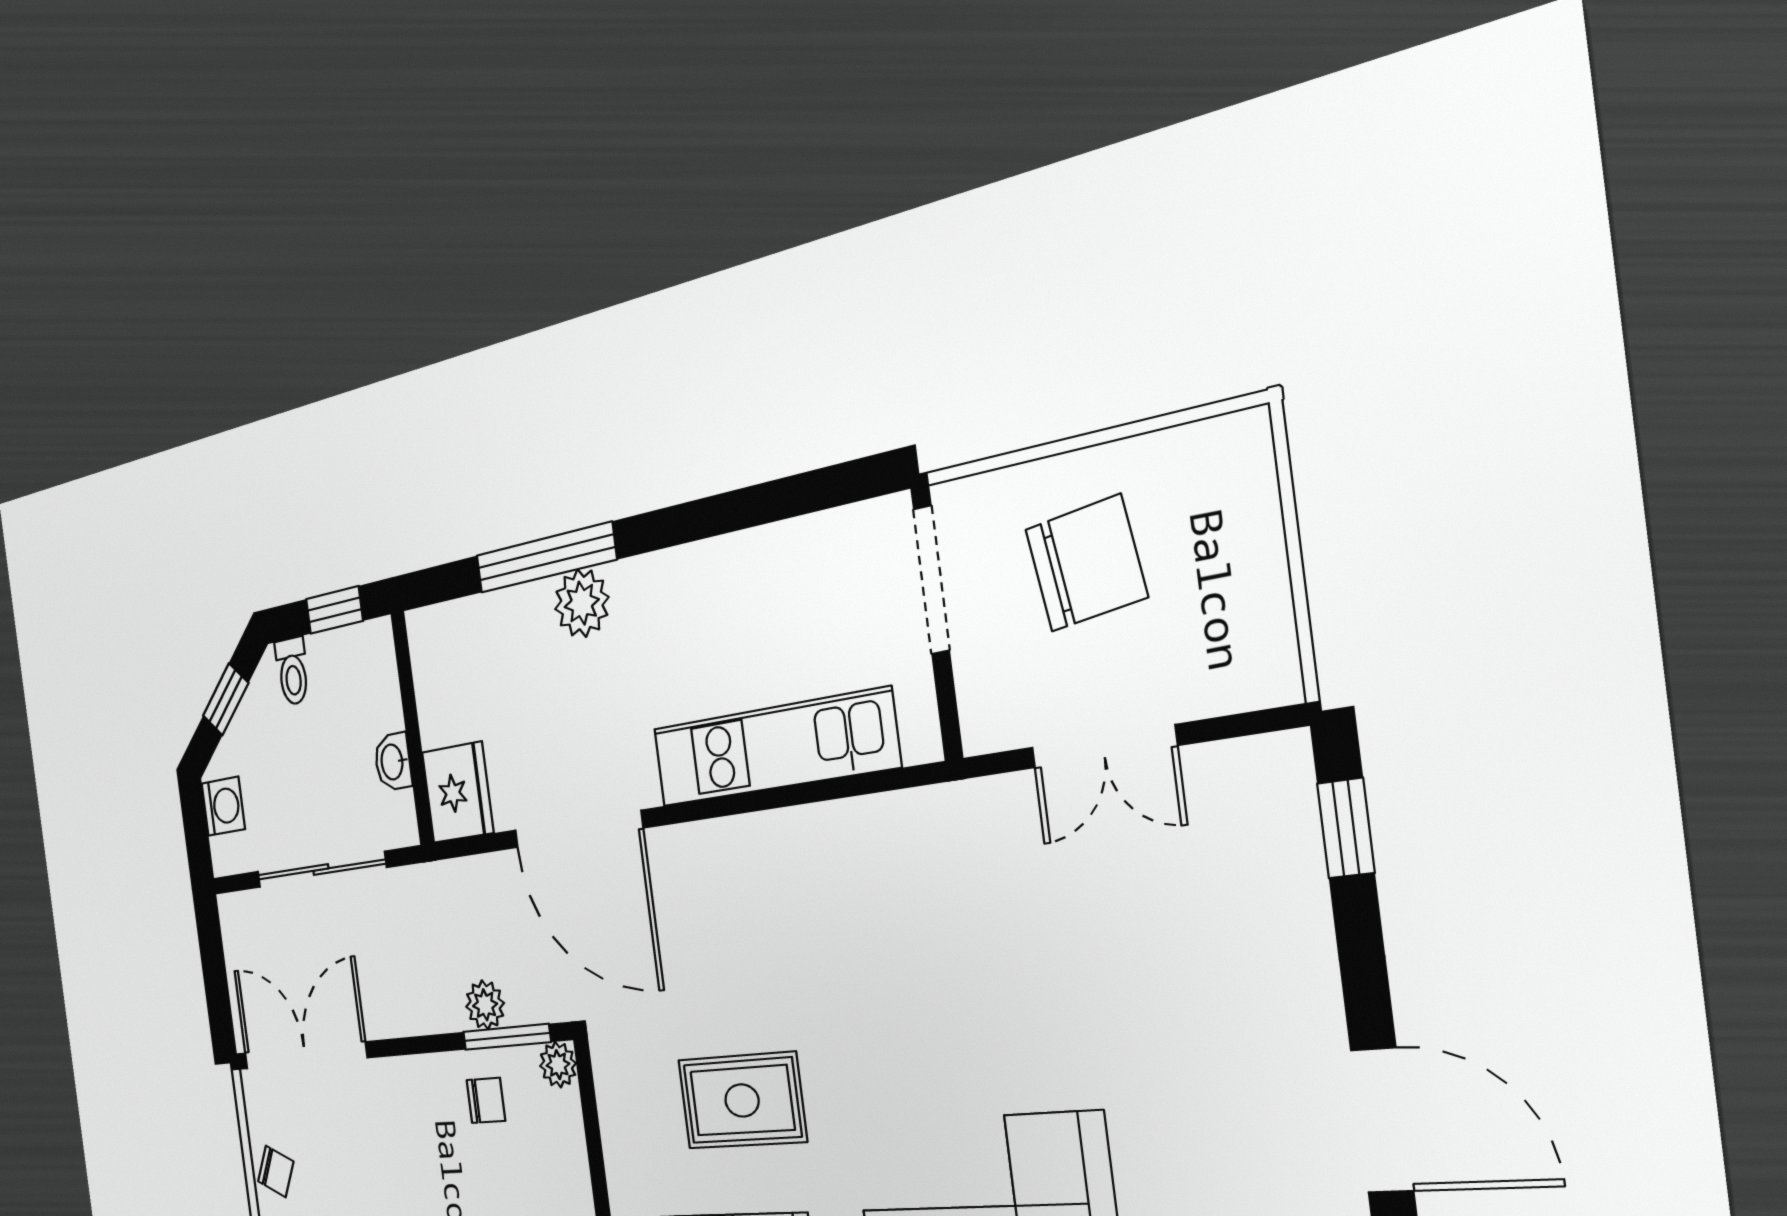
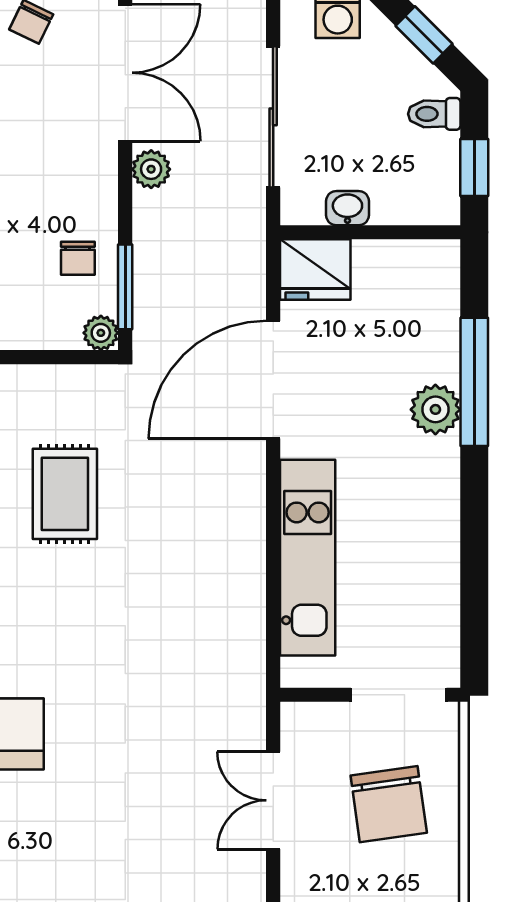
plant: (485, 1005) -> (151, 169), moved

